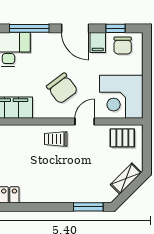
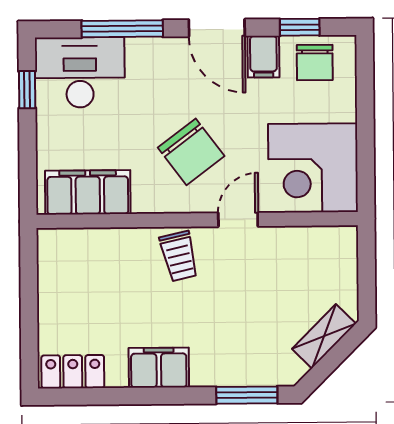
pallet: (122, 138) -> (316, 253), removed
trolley: (56, 139) -> (179, 256), turned -103
filing cabinet: (46, 193) -> (159, 368), added

